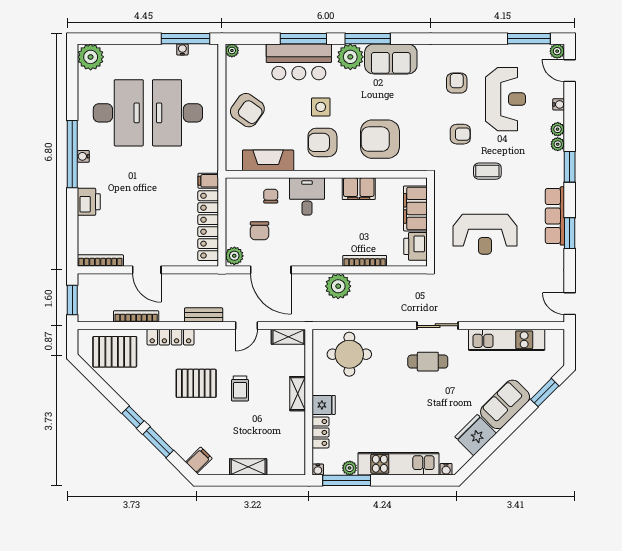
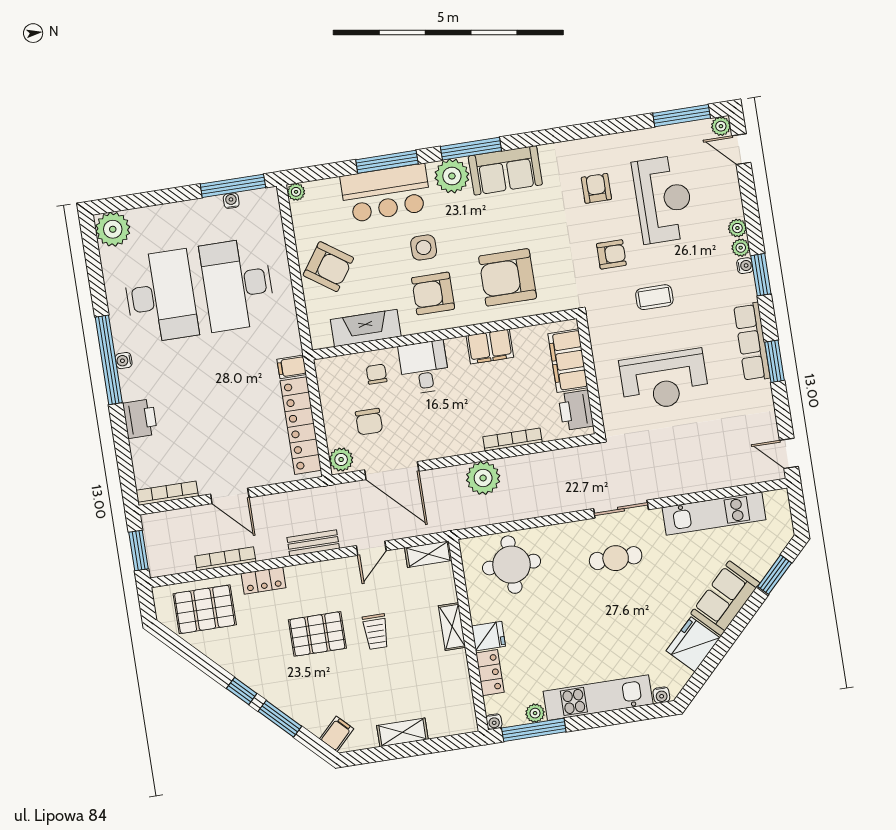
water cooler: (559, 104) -> (745, 266), moved
locker: (170, 337) -> (263, 581), width x0.66

